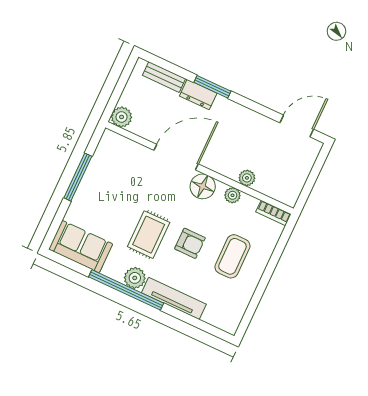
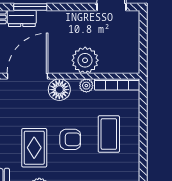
plant: (247, 178) -> (85, 60), width x1.88, depth x1.88
bookcase: (273, 213) -> (117, 84), width x1.56

